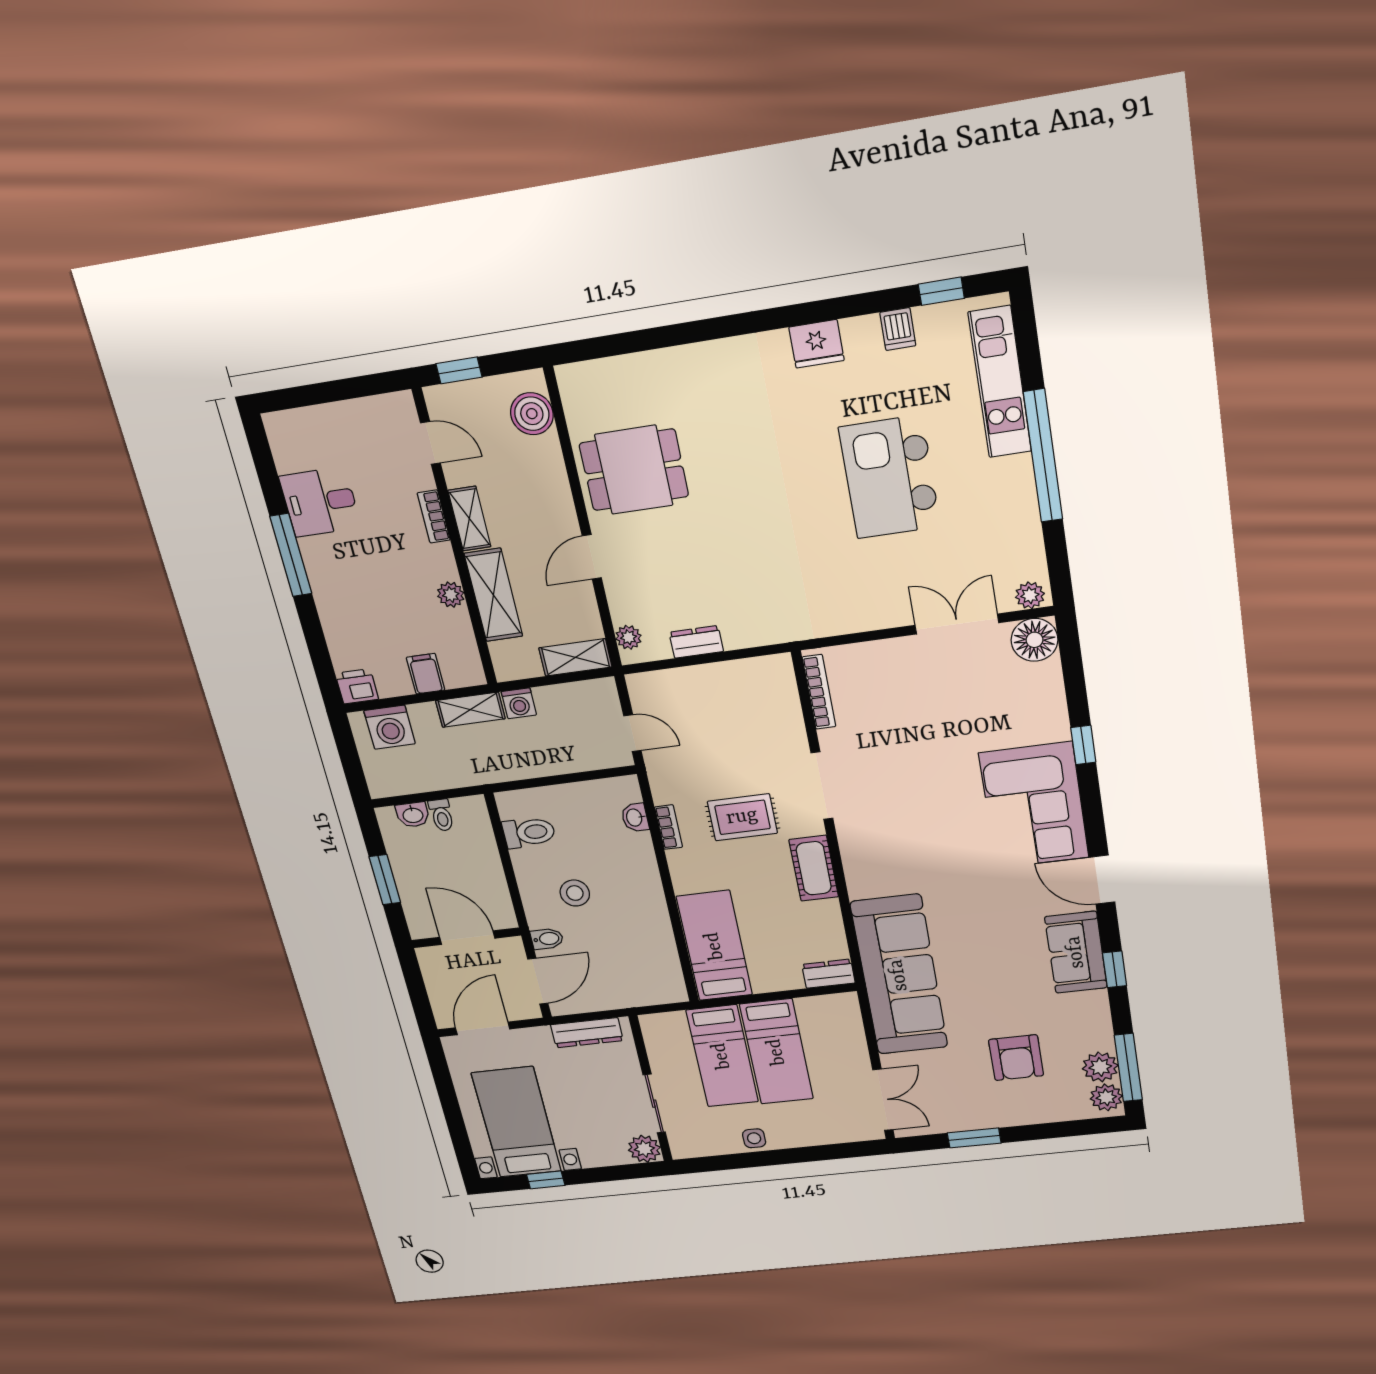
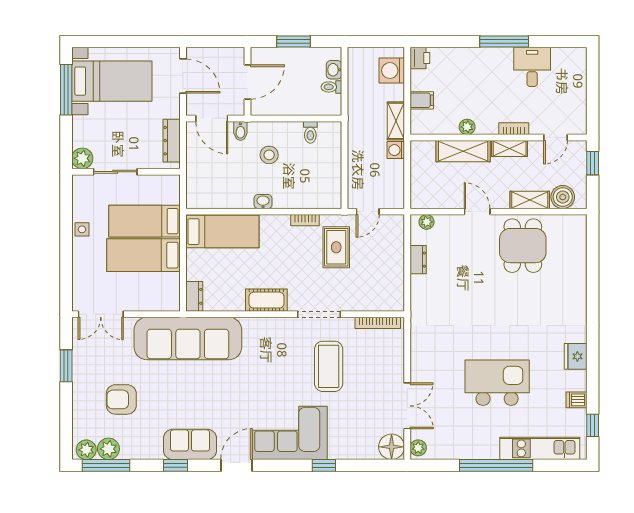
shelving: (575, 657) -> (530, 200), moved, turned 90
coffee table: (909, 760) -> (329, 366), added
washbasin: (635, 817) -> (263, 202), moved
rug: (742, 817) -> (336, 247), moved
toilet: (529, 833) -> (310, 132), width x0.73, depth x0.72
window: (546, 1180) -> (66, 90), width x2.17

